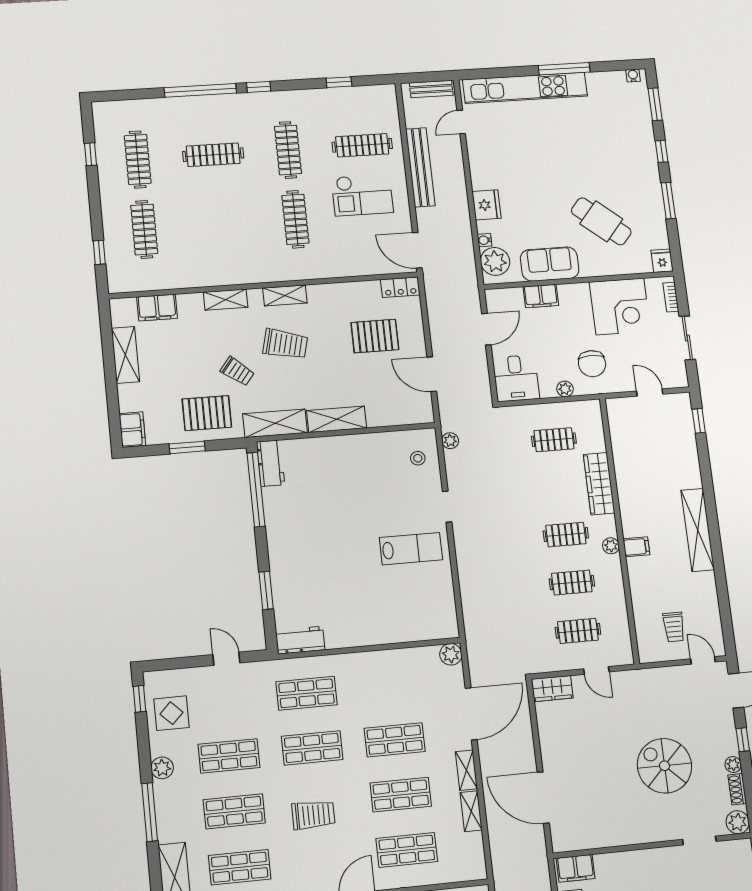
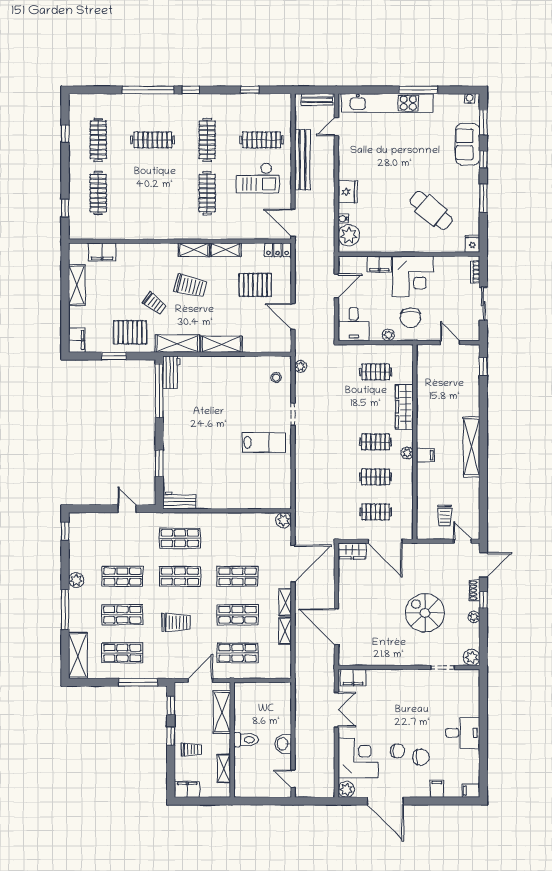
sofa: (550, 264) -> (468, 144), moved, turned -90
shelving: (226, 300) -> (226, 250), moved
corner desk: (620, 306) -> (413, 276), moved
door: (596, 670) -> (385, 541), width x1.88
display table: (172, 713) -> (86, 543), removed
shoe rack: (737, 789) -> (474, 590), moved

